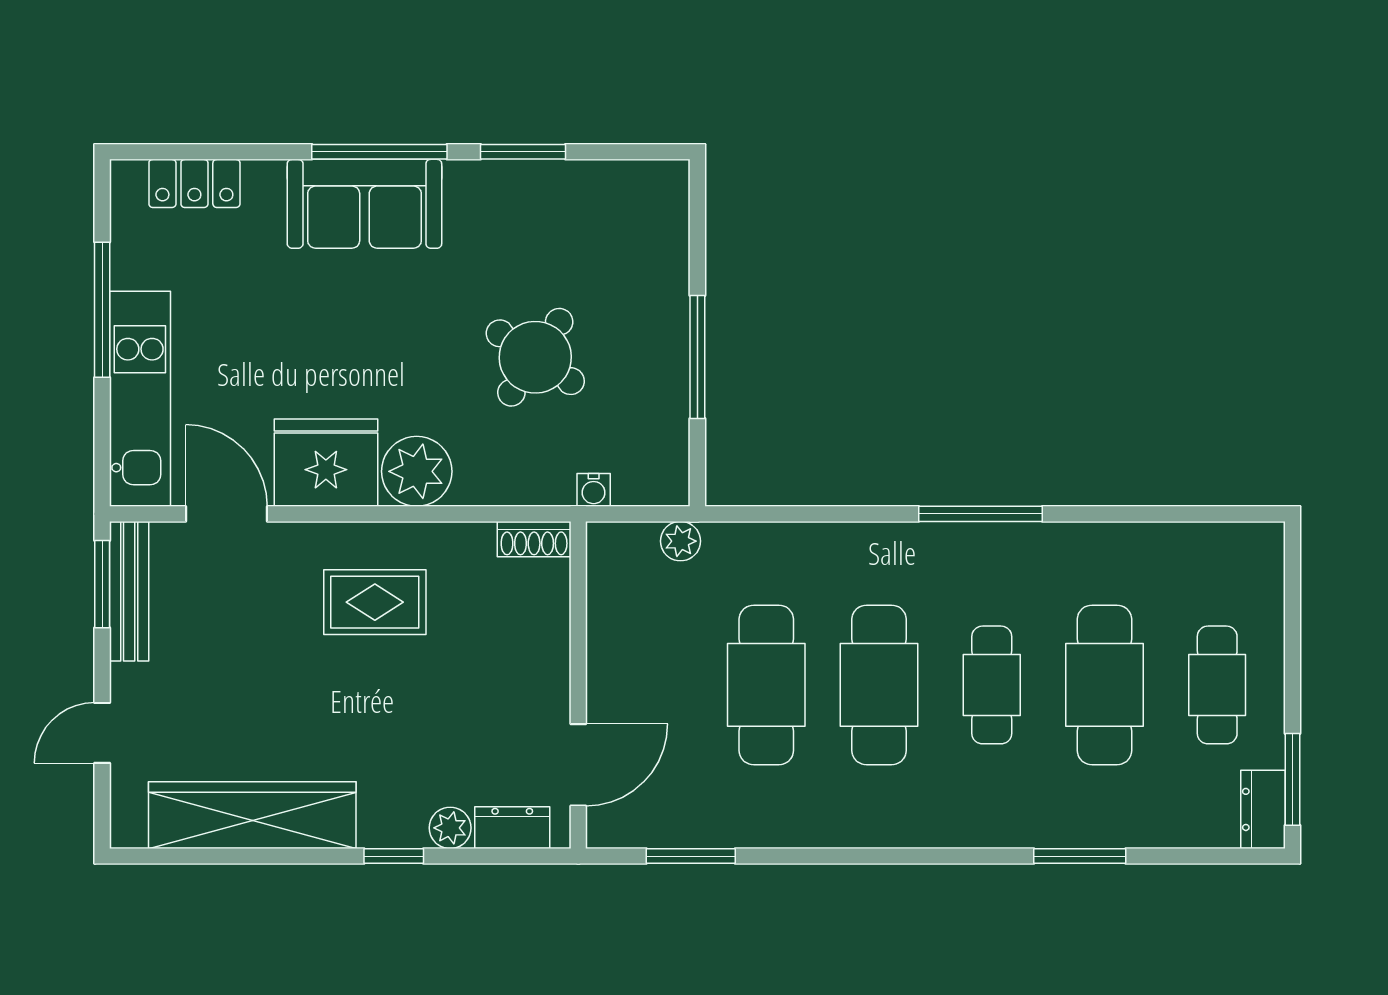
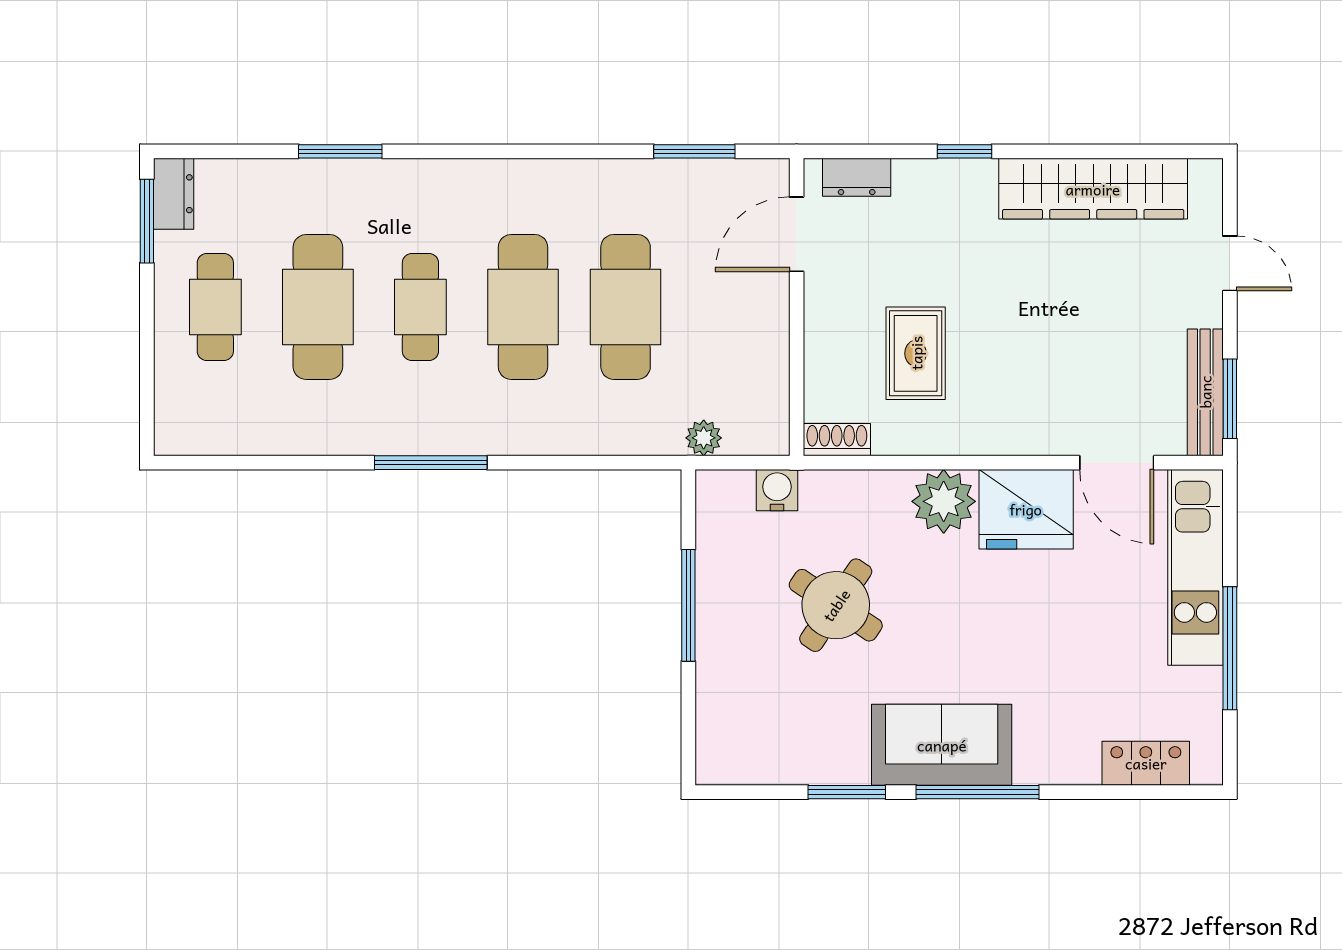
sofa: (364, 204) -> (942, 745), moved
water cooler: (594, 490) -> (777, 490), width x1.38, depth x1.38
rug: (375, 602) -> (916, 353), moved, turned 90
door: (102, 733) -> (1230, 263), hinge flipped
plant: (450, 828) -> (913, 177), removed

